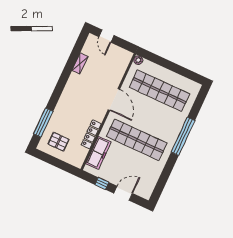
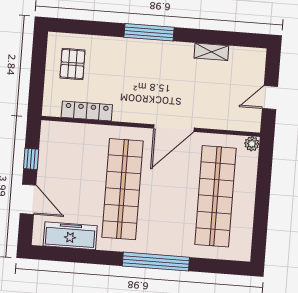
door: (106, 36) -> (270, 98), moved
window: (43, 123) -> (149, 32), moved
locker: (91, 134) -> (87, 111), moved
freezer: (98, 153) -> (70, 236), moved, turned 180

